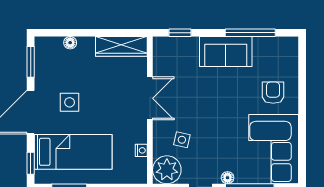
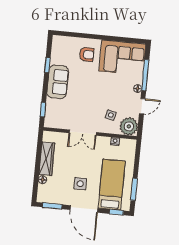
window: (250, 33) -> (47, 65), width x0.46
wardrobe: (121, 46) -> (47, 159), moved
armchair: (273, 93) -> (87, 54), turned 180
double door: (150, 98) -> (83, 133), swing flipped

